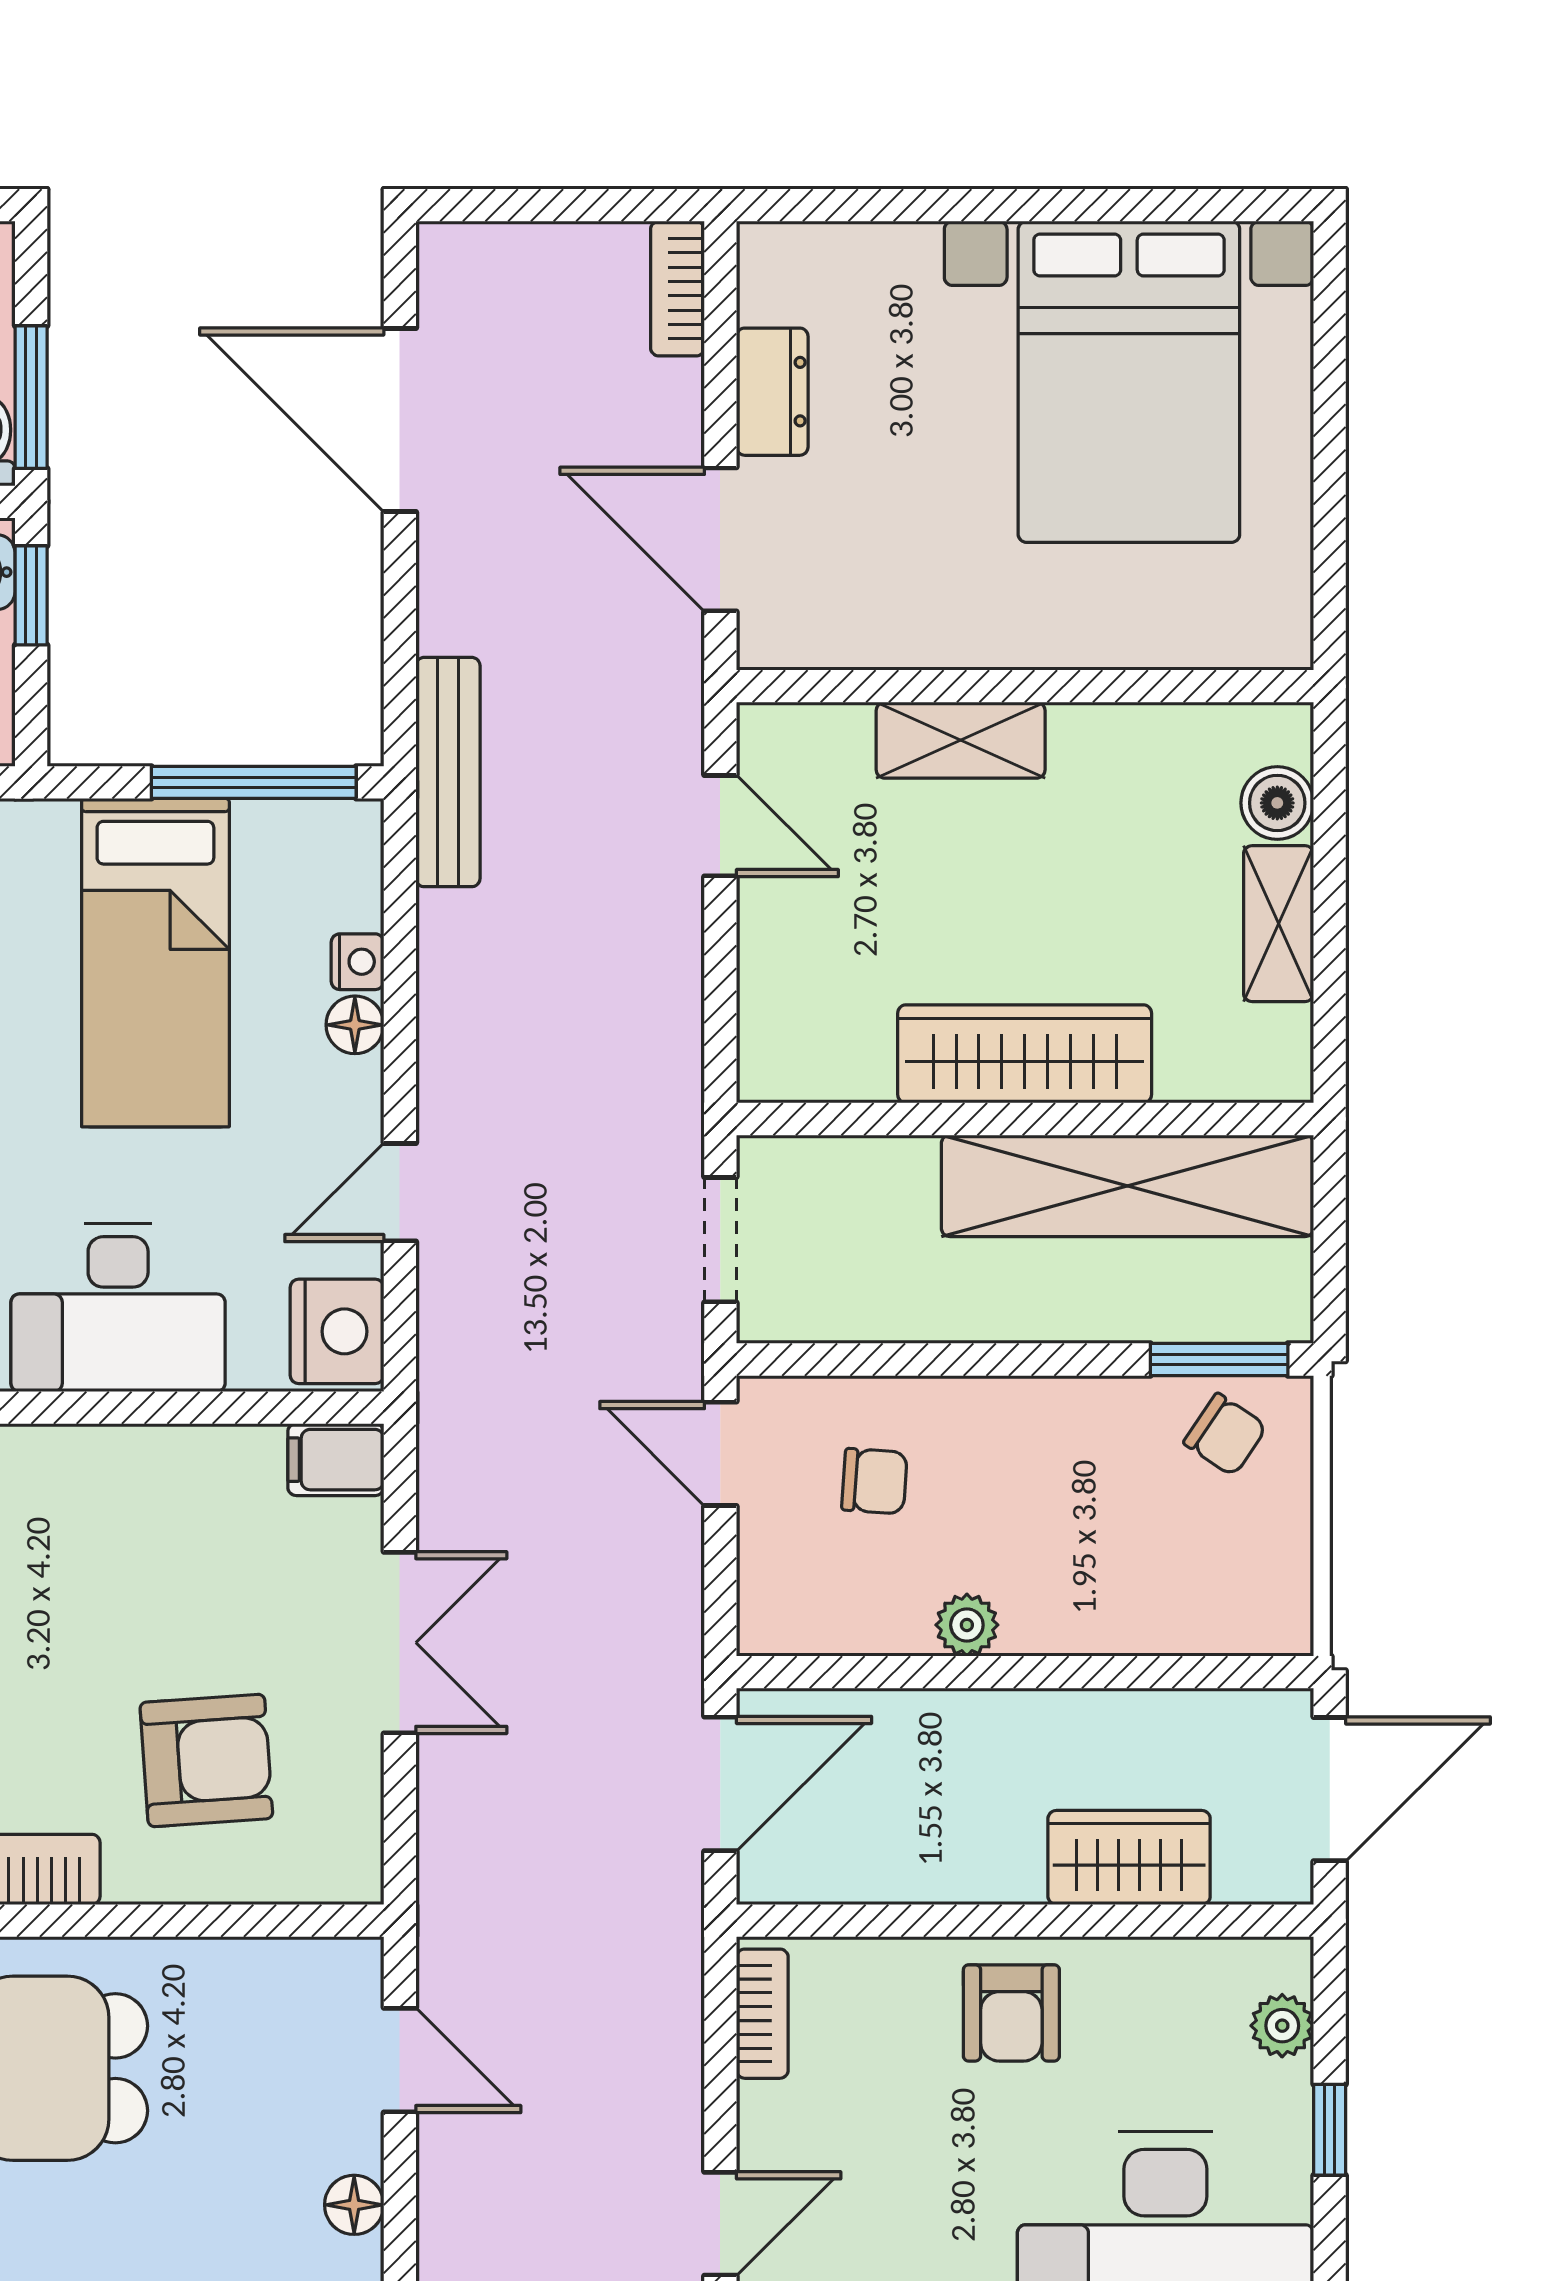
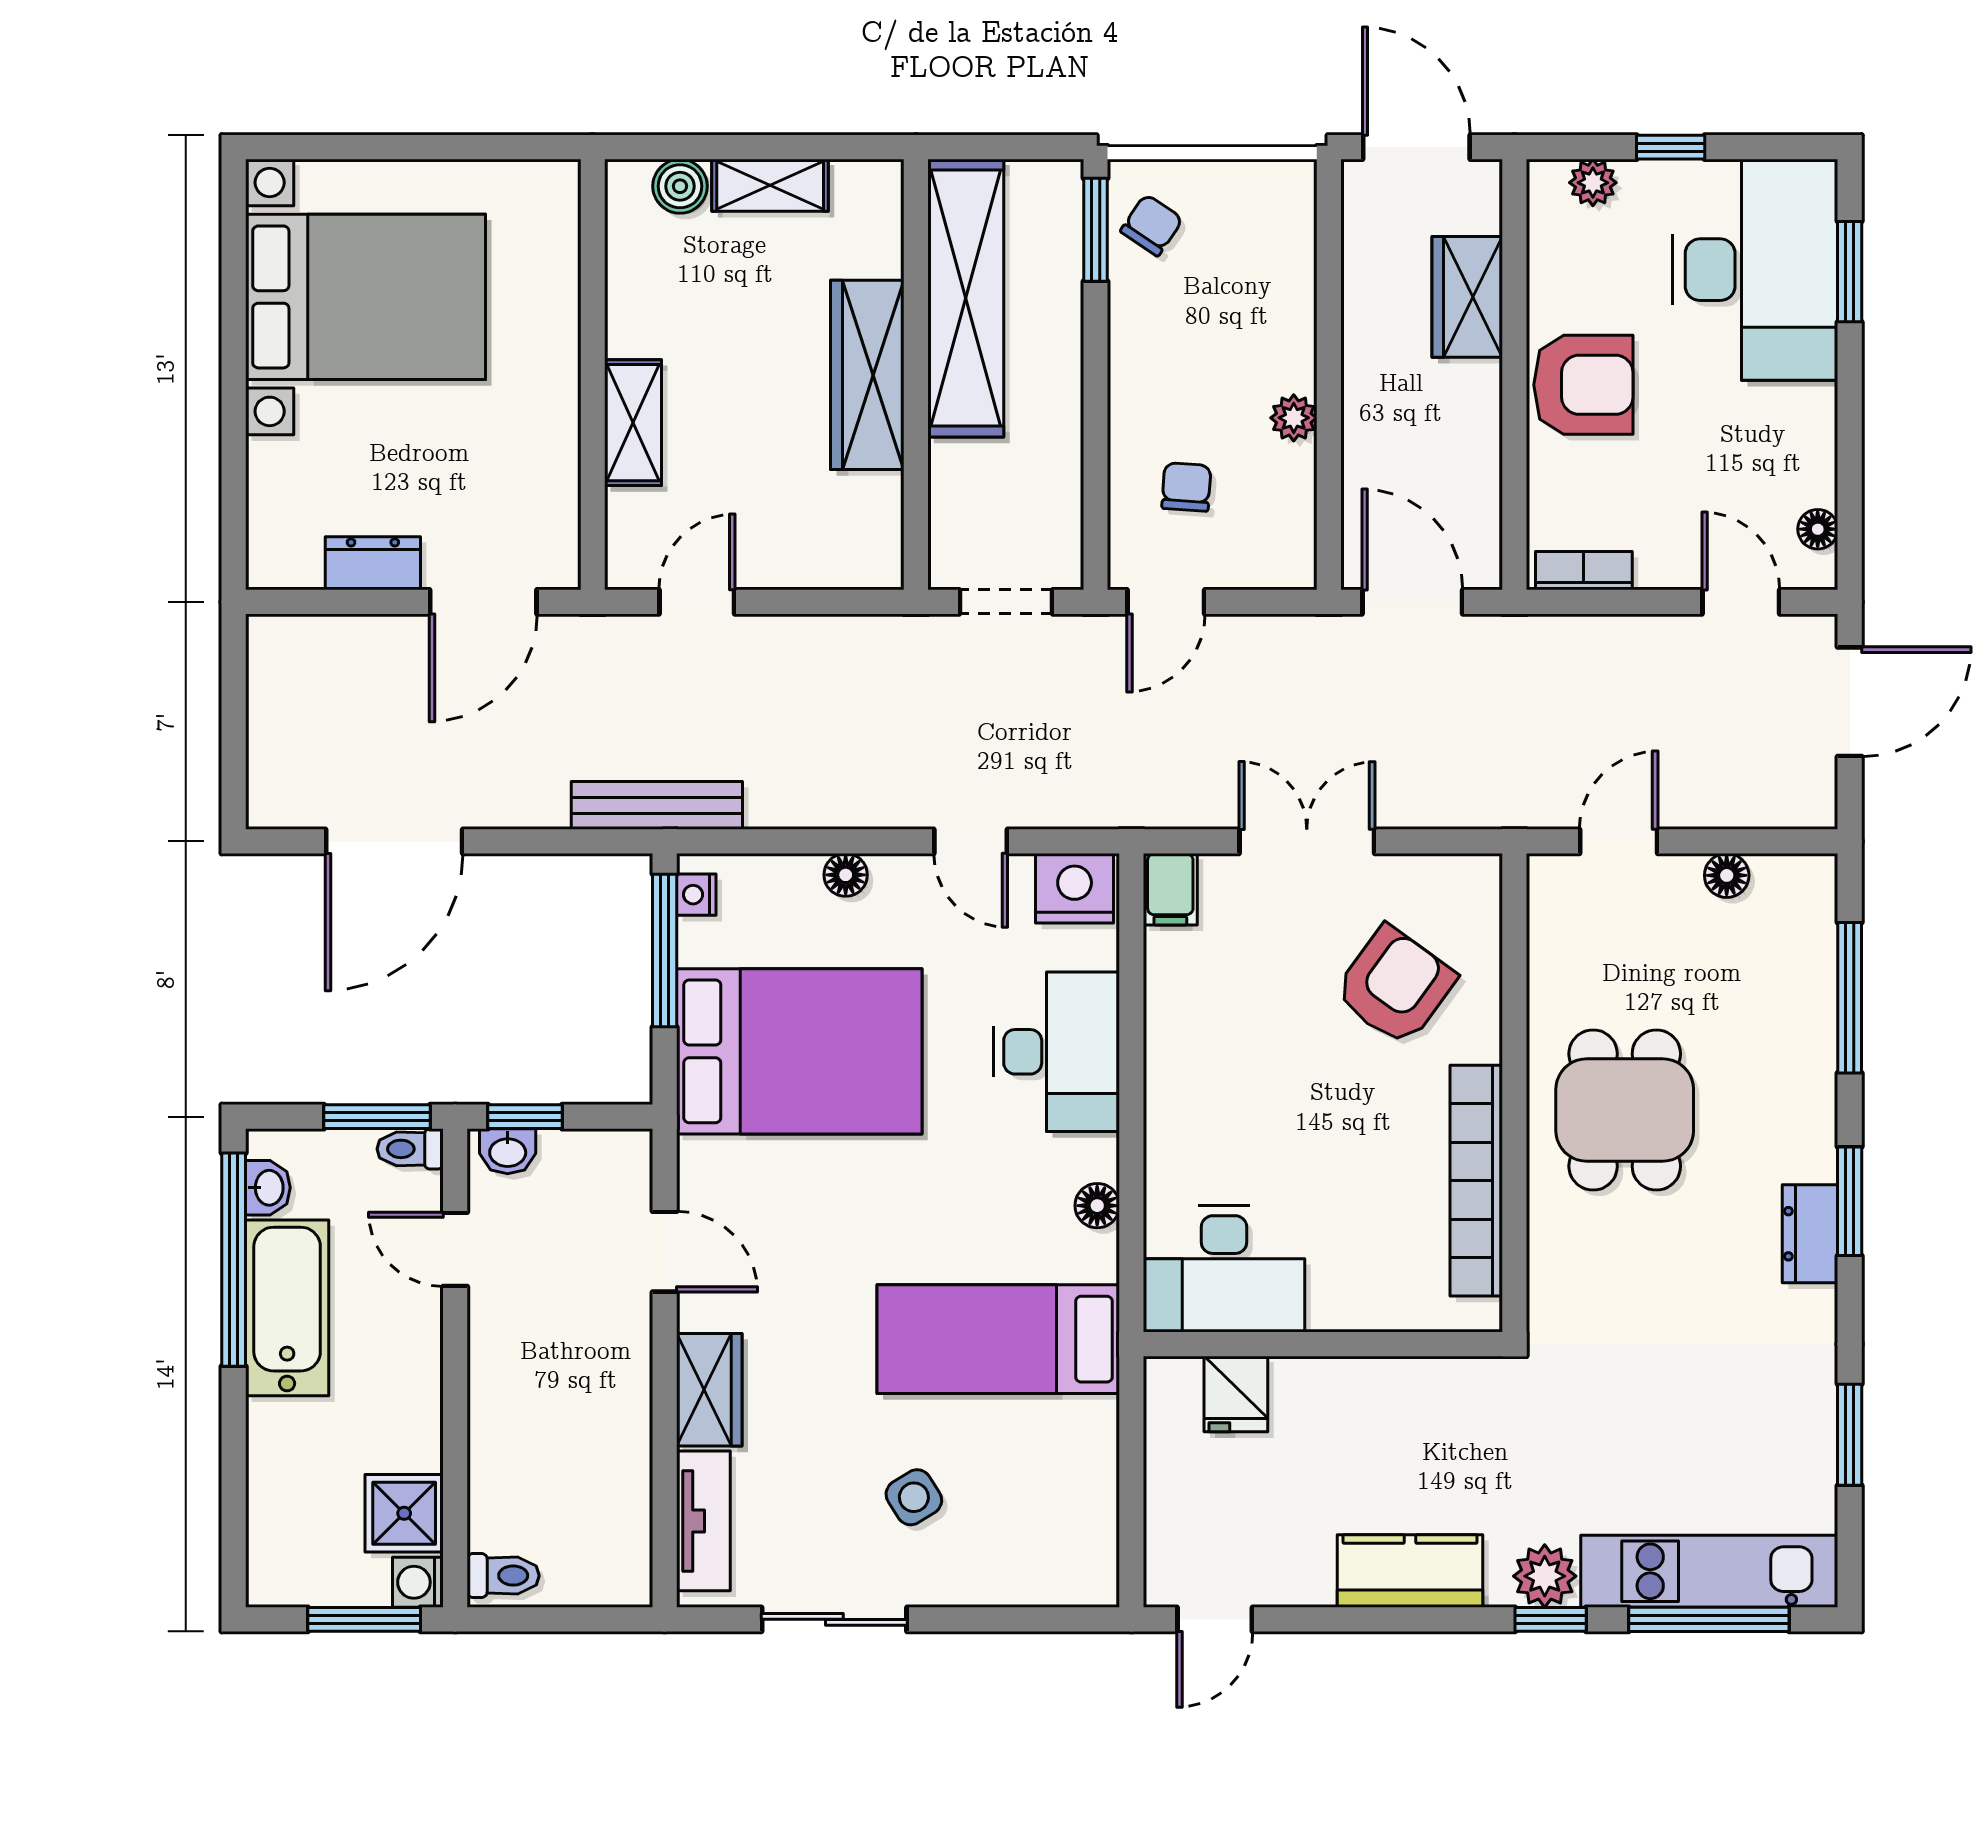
bookcase: (677, 289) -> (296, 634), removed
nightstand: (357, 962) -> (696, 895), moved, turned -90
bed: (155, 963) -> (799, 1051), width x1.50
armchair: (206, 1760) -> (1395, 986), turned 40
armchair: (1011, 2013) -> (1583, 385), width x1.38, depth x1.38

